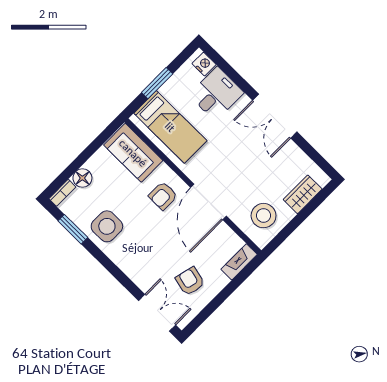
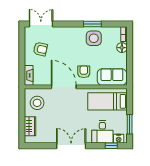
window: (223, 64) -> (111, 146), added
window: (157, 83) -> (130, 124), moved
window: (73, 229) -> (92, 24), moved
double door: (157, 313) -> (41, 24), swing flipped

